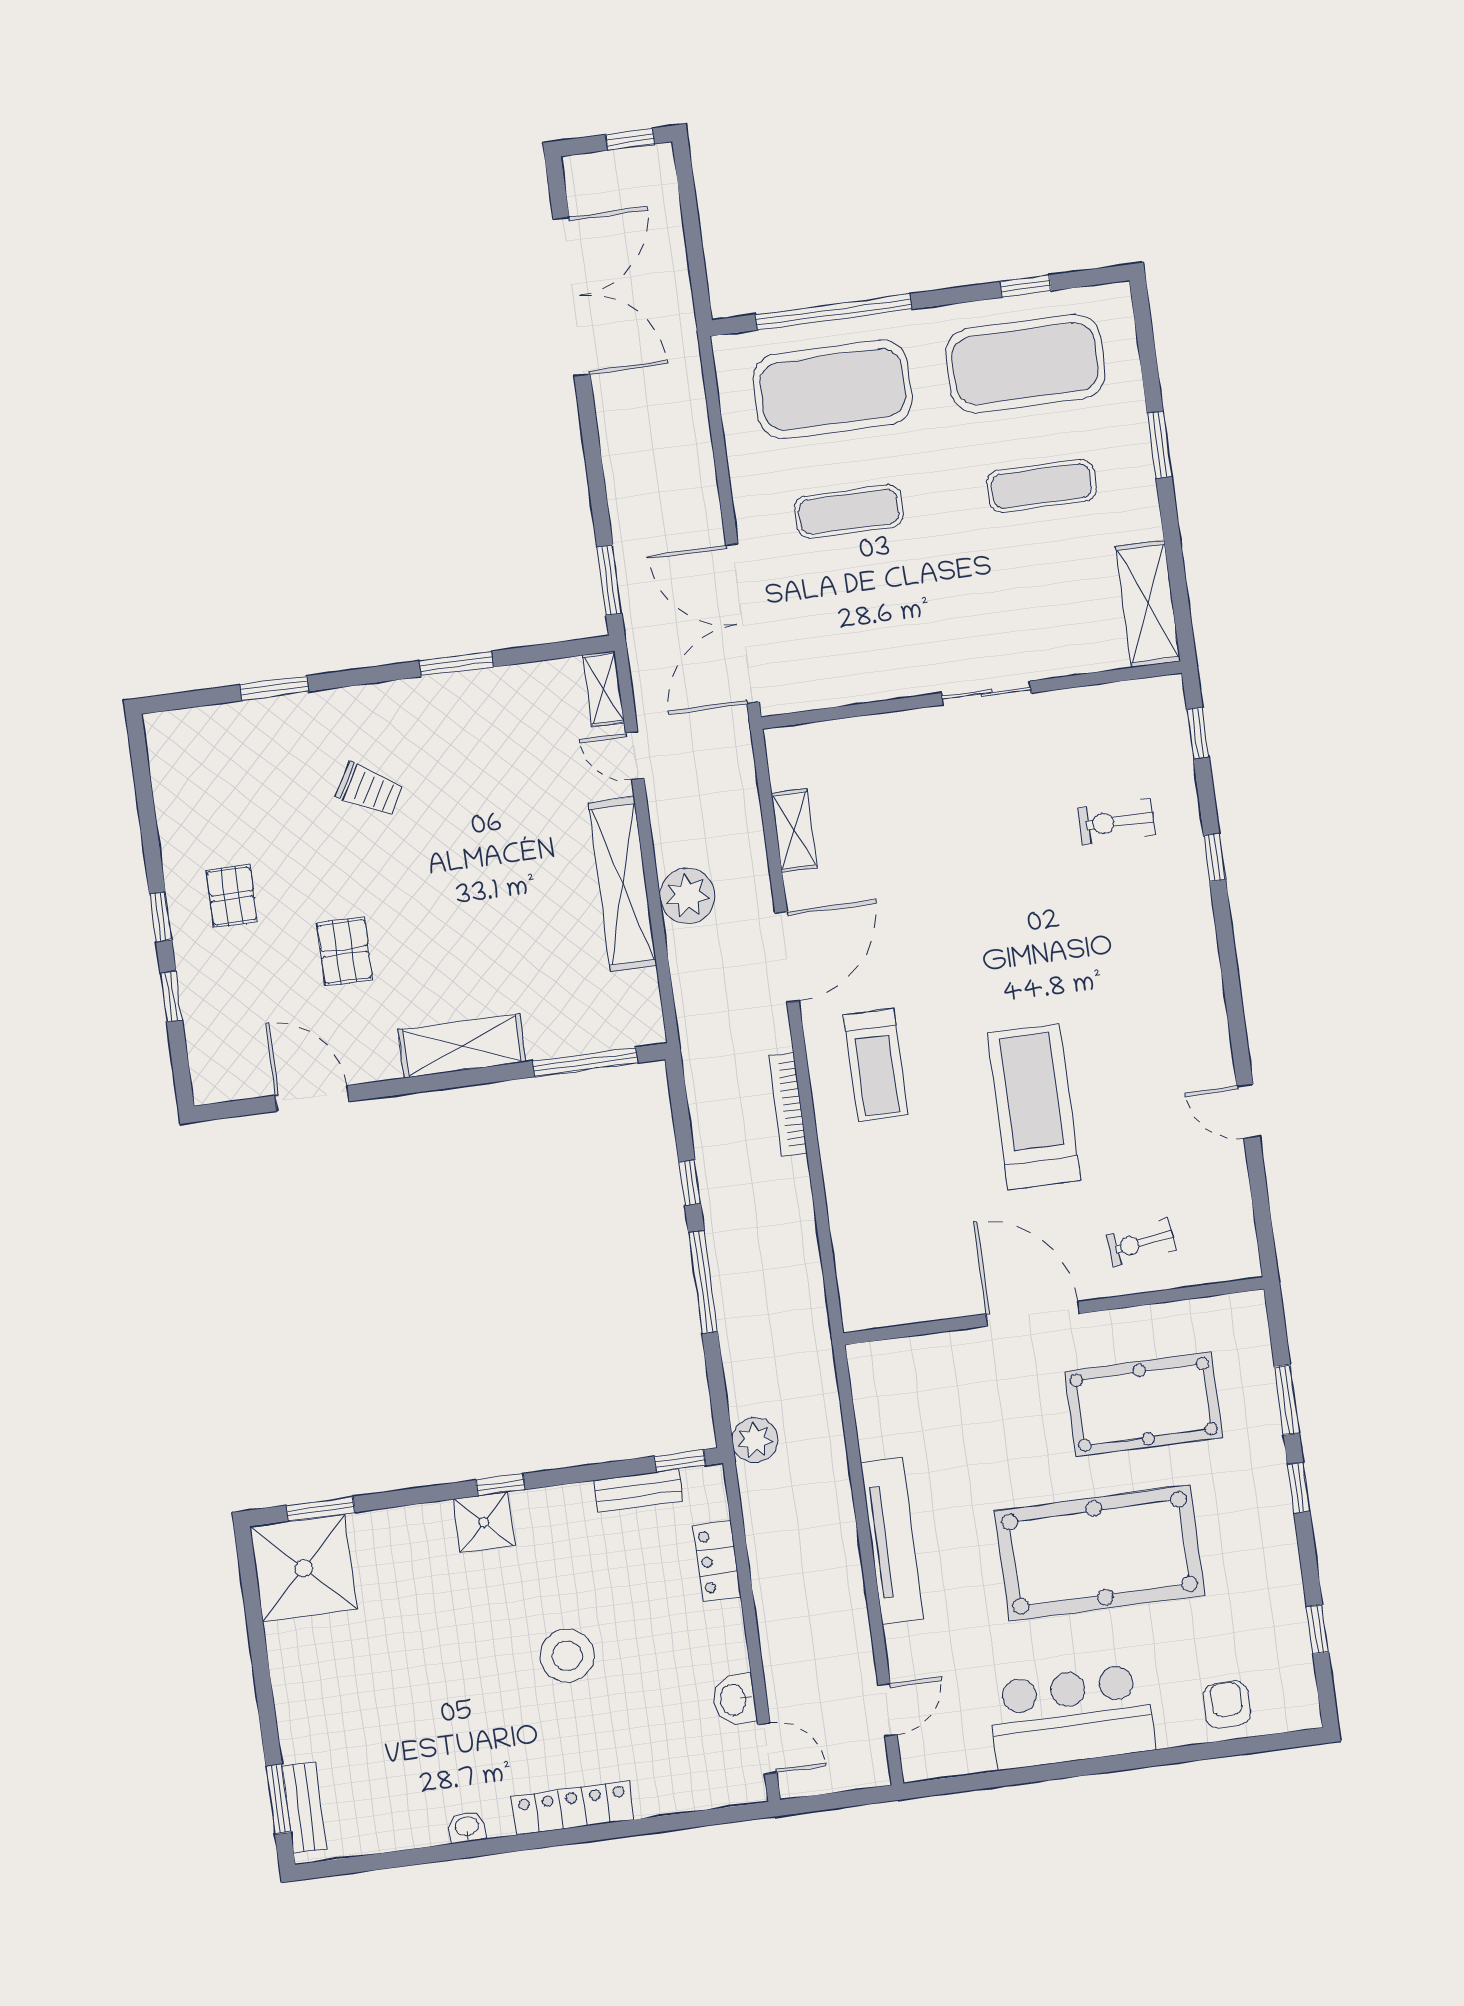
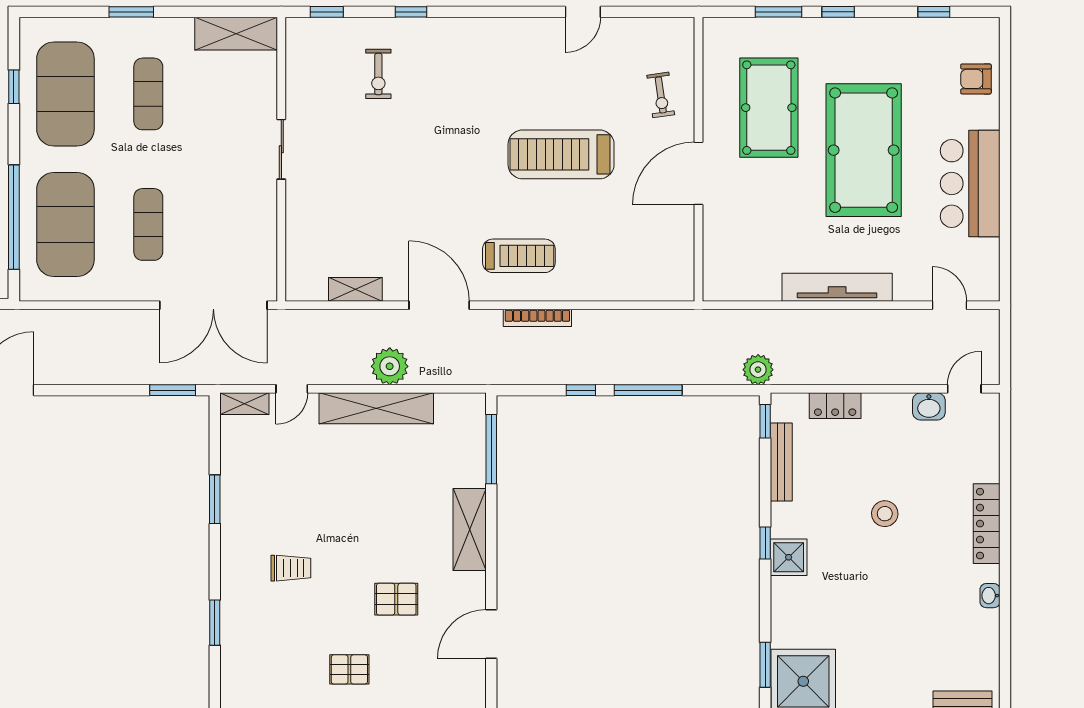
trolley: (370, 790) -> (291, 568), turned 60
bench: (638, 1491) -> (781, 462), width x1.36
stool: (567, 1656) -> (885, 514), width x0.73, depth x0.73

